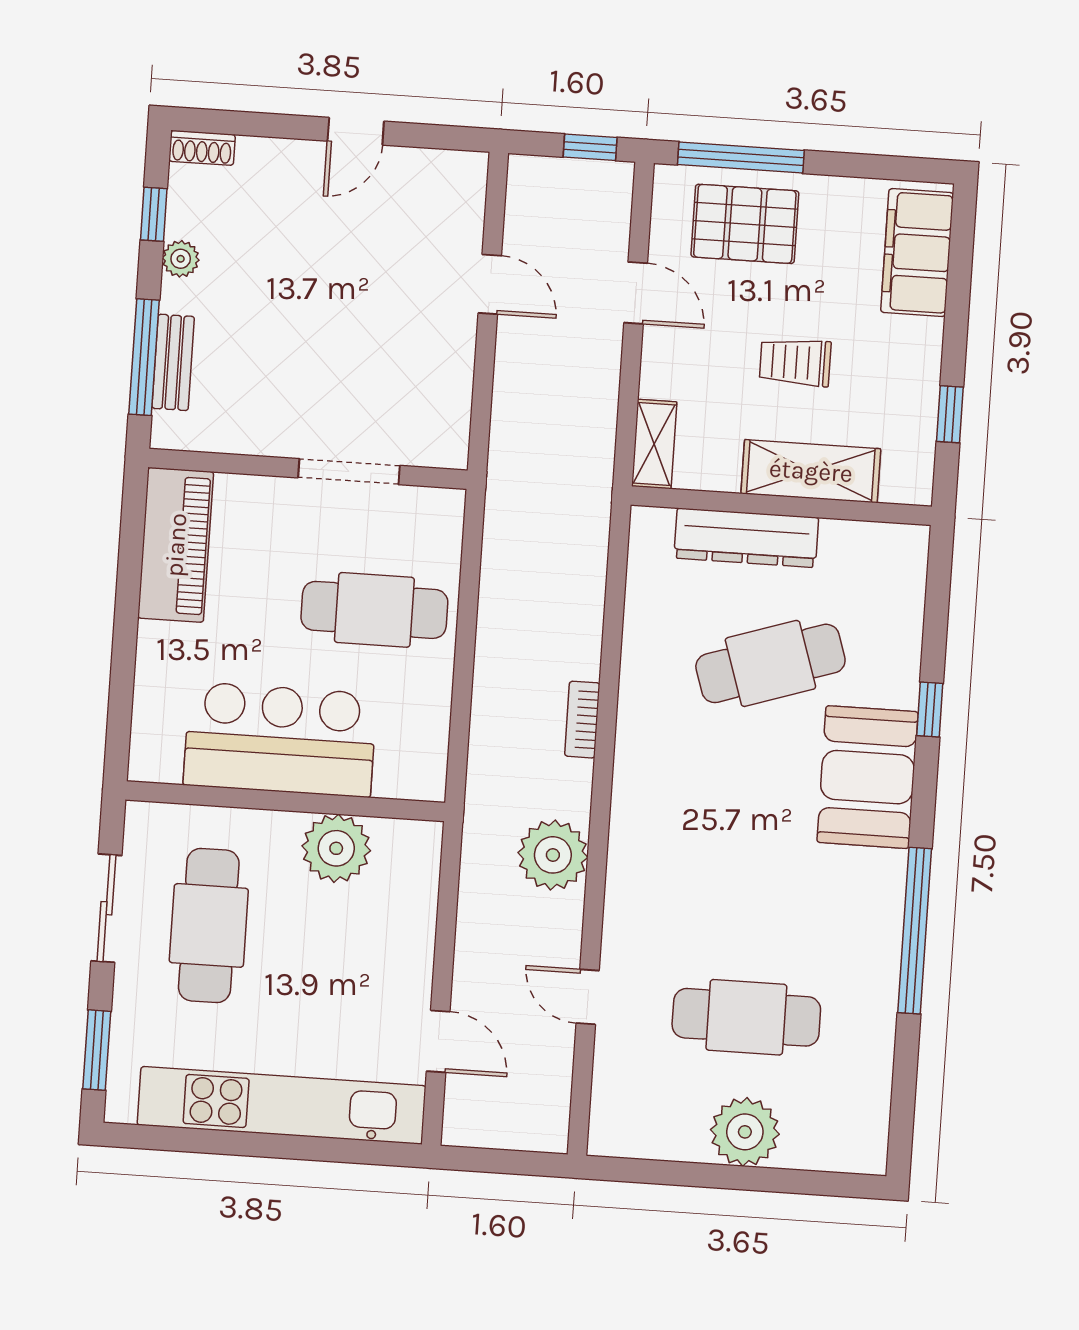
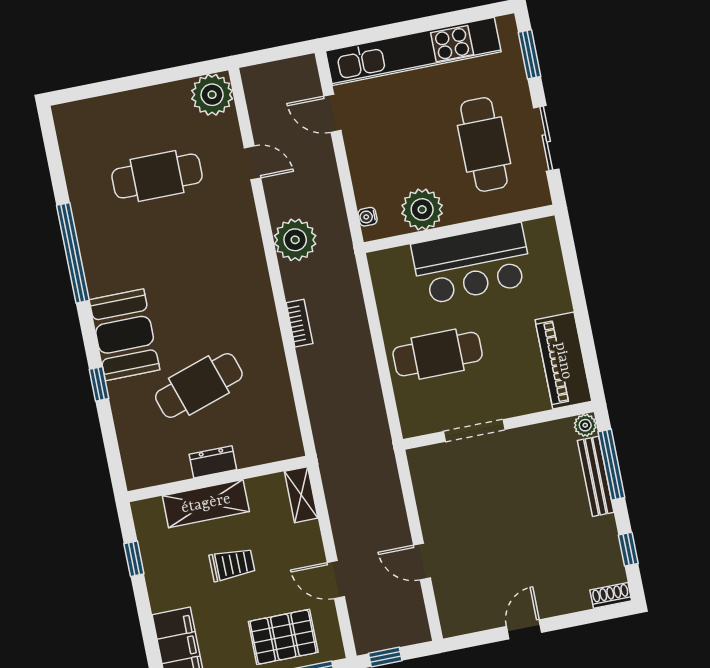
plant: (181, 259) -> (585, 425), moved
bench: (173, 362) -> (596, 476), width x1.36
dresser: (746, 538) -> (213, 462), width x0.51, depth x0.80
water cooler: (427, 860) -> (368, 217), added
plant: (745, 1132) -> (212, 95), moved

